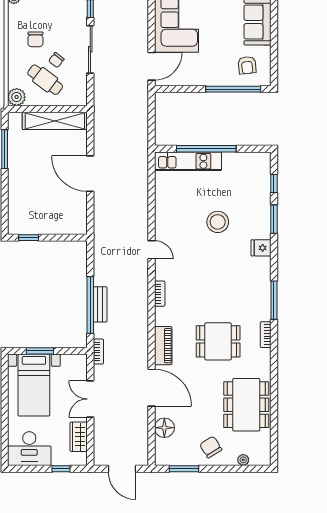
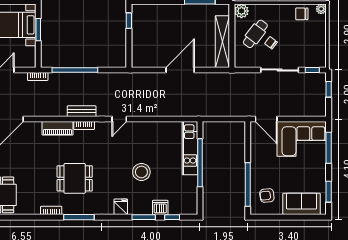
chair: (35, 39) -> (302, 14), moved
dishwasher: (262, 198) -> (160, 207), added
bench: (100, 304) -> (82, 111), moved
dining table: (218, 341) -> (75, 178), moved, turned 90
piano: (163, 346) -> (58, 128), moved

